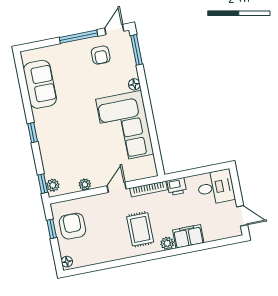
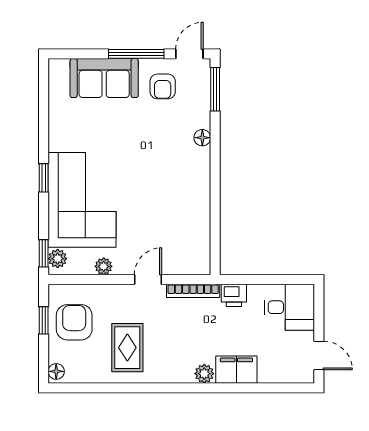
sofa: (40, 84) -> (104, 78), moved, turned 90
corner sofa: (125, 127) -> (82, 200), moved, turned 180
rug: (140, 229) -> (127, 348), moved

